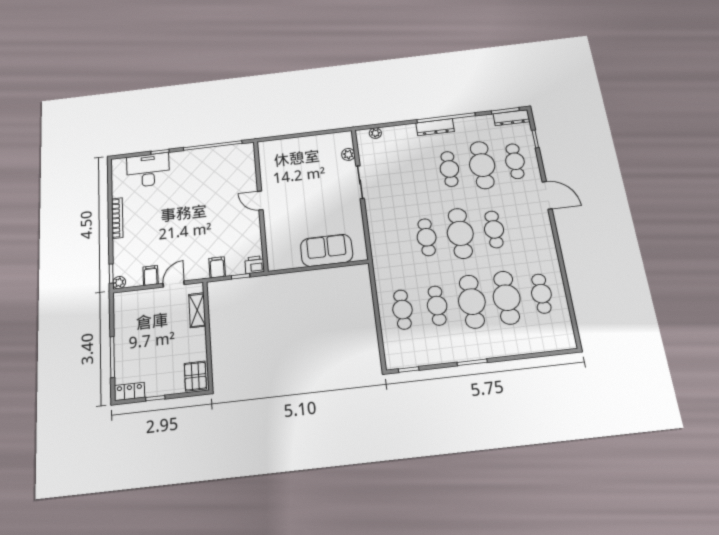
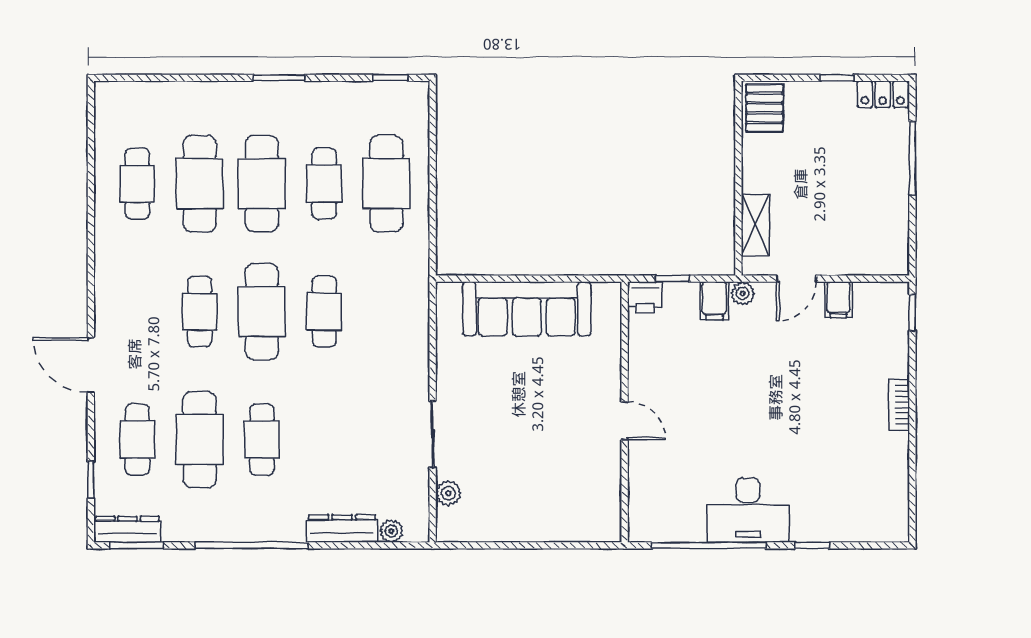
dresser: (435, 127) -> (342, 529), moved
desk: (148, 170) -> (748, 510), moved
bookcase: (117, 218) -> (899, 405), width x0.64
sofa: (327, 250) -> (527, 309), width x1.36
plant: (119, 283) -> (743, 293), moved
cafe table: (402, 310) -> (386, 184), width x1.37, depth x1.35

